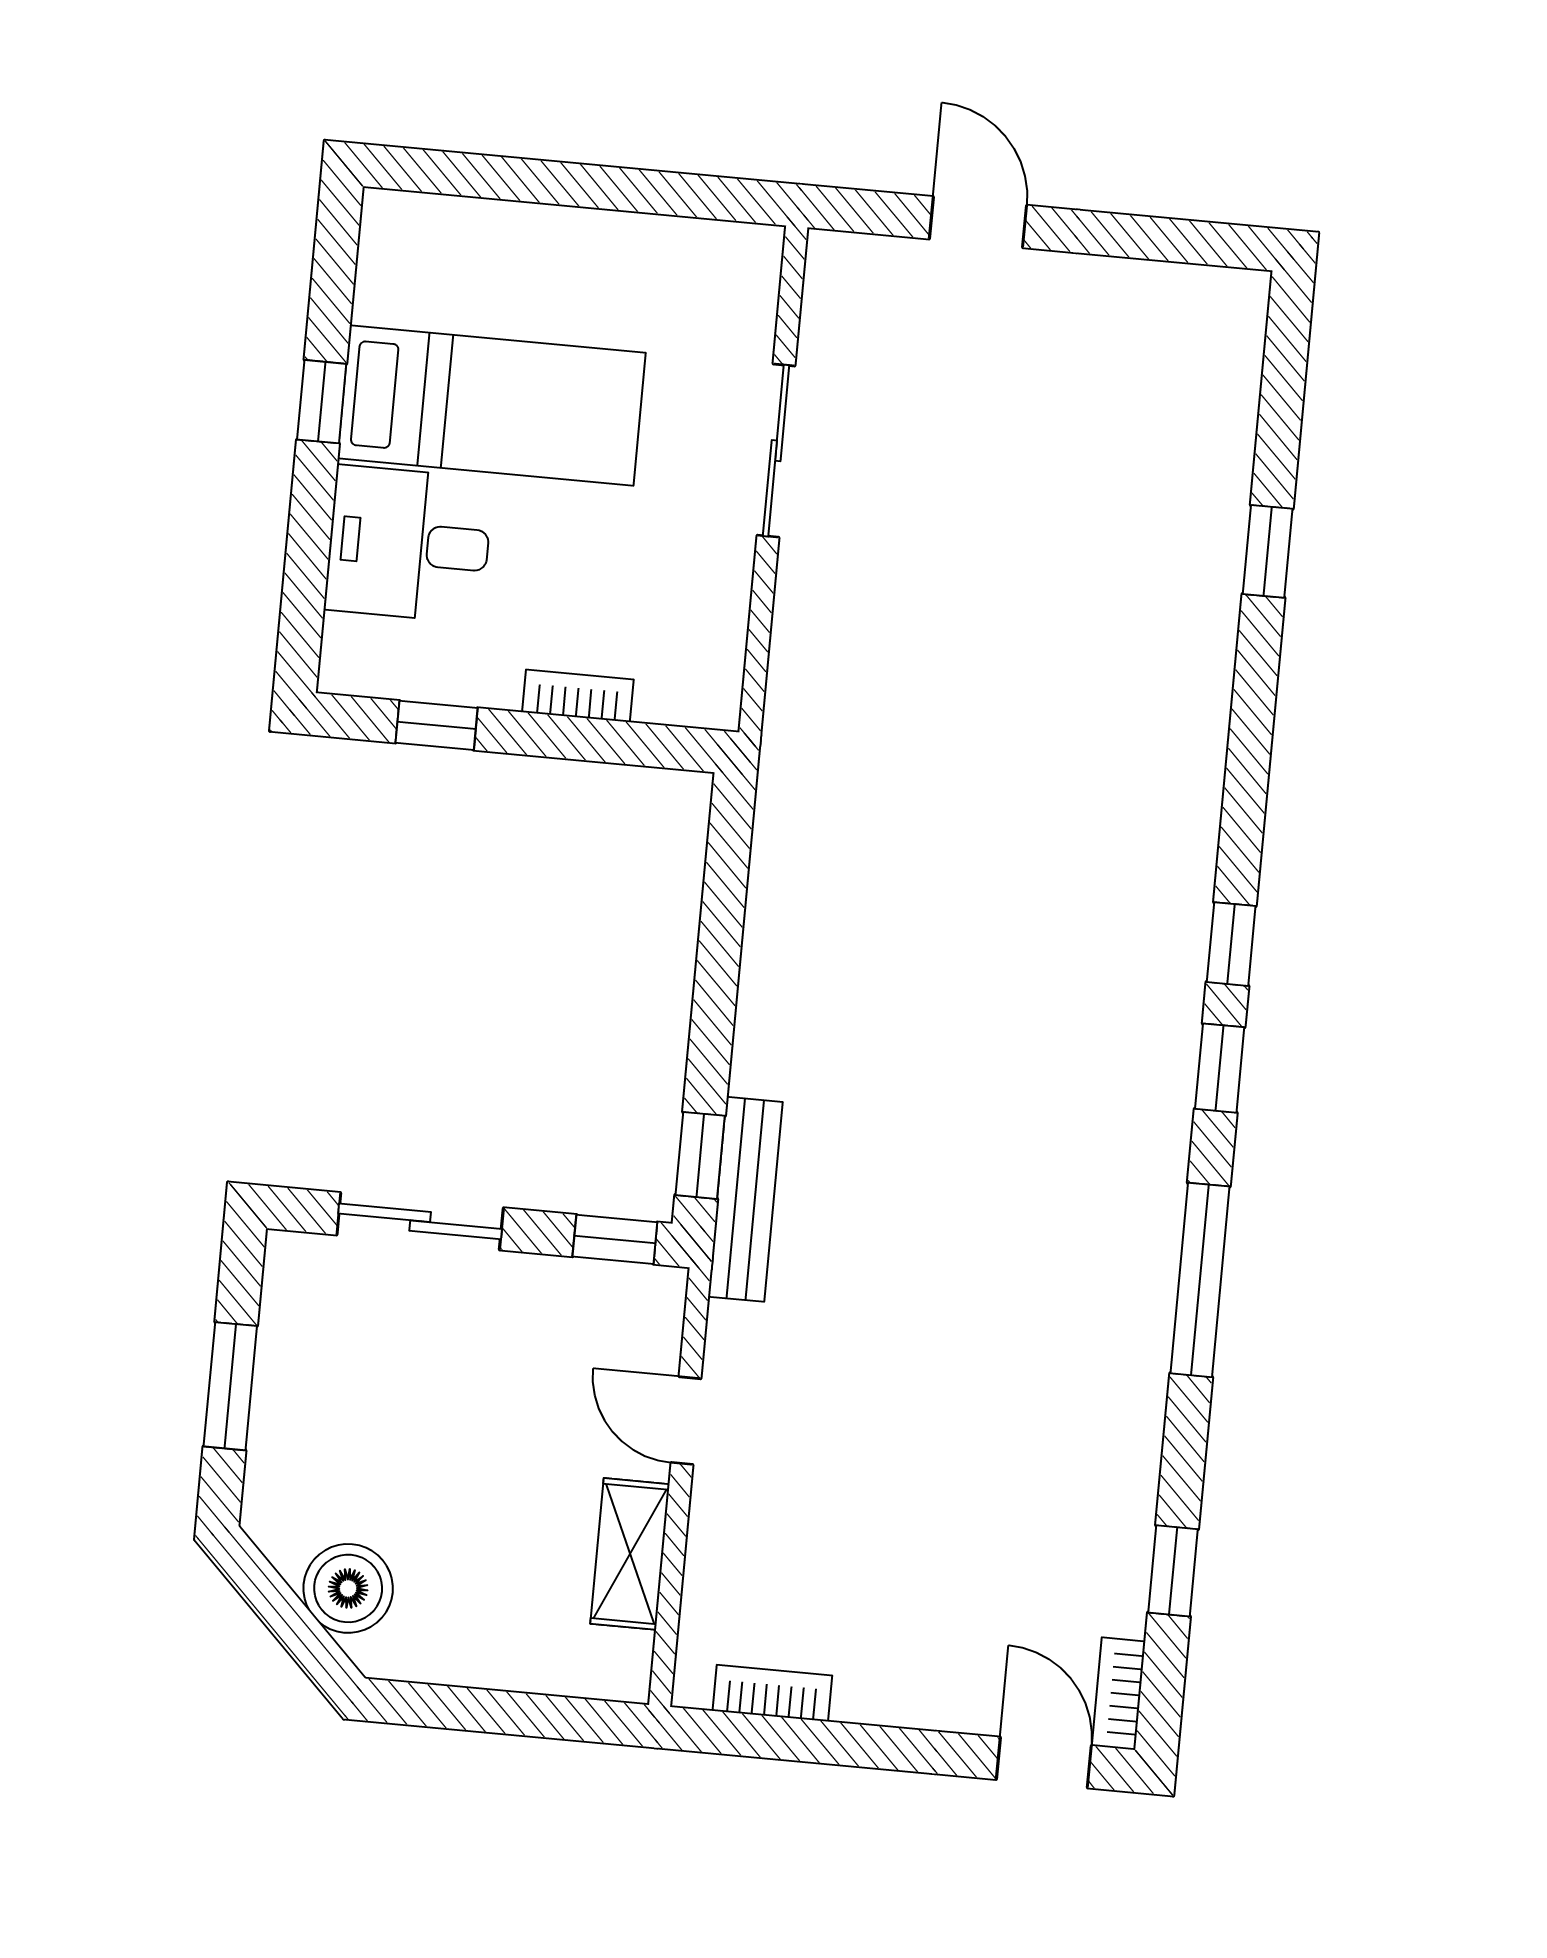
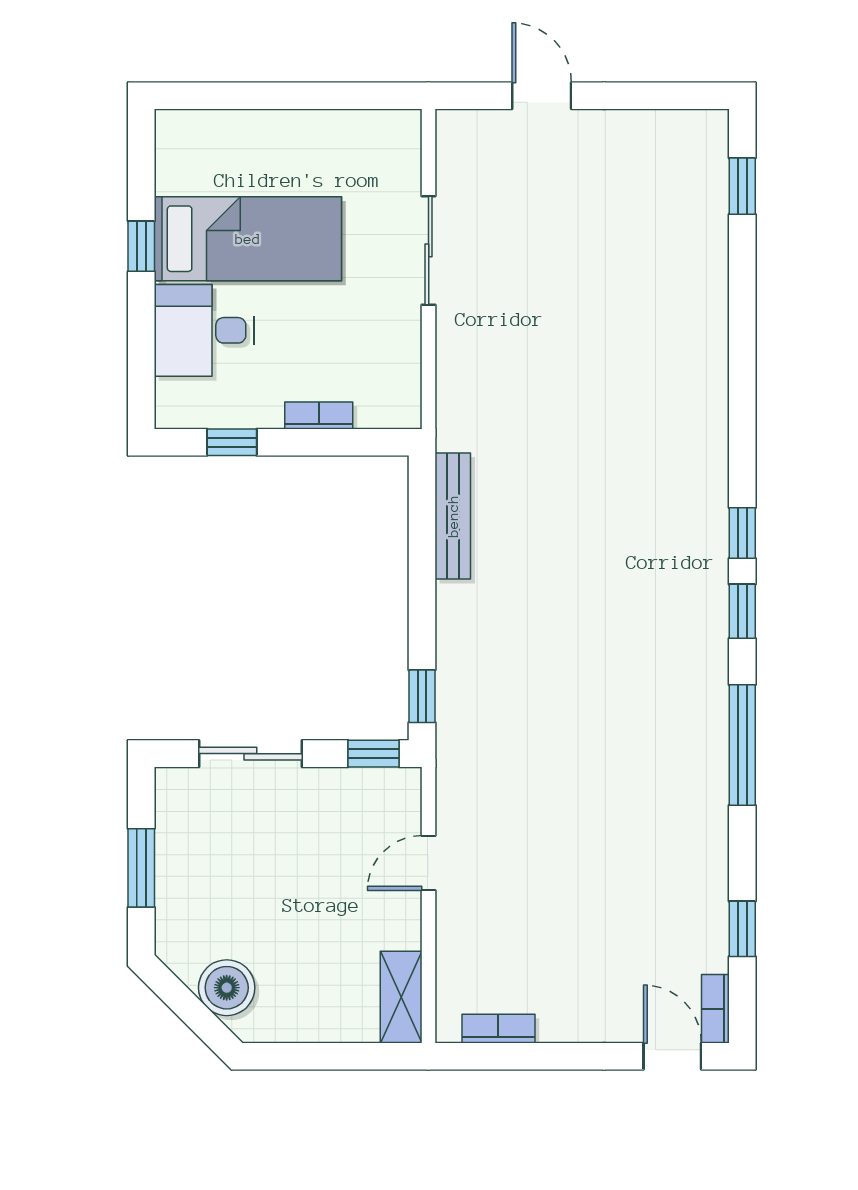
window: (1268, 551) -> (742, 186), moved
bench: (745, 1199) -> (453, 516), moved
door: (686, 1421) -> (429, 863), hinge flipped
shelving: (630, 1554) -> (401, 997), moved

